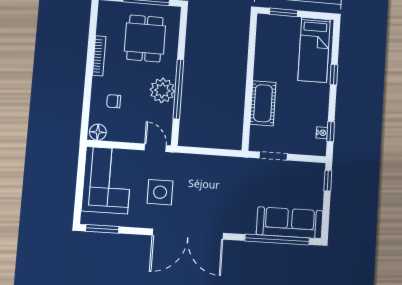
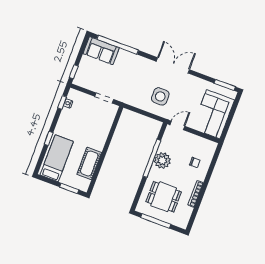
dining table: (145, 38) -> (164, 197), turned 90
cot: (263, 103) -> (89, 163), moved
floor lamp: (98, 132) -> (210, 146), removed
door: (155, 148) -> (177, 125), swing flipped
side table: (160, 192) -> (160, 96), moved
sofa: (290, 223) -> (101, 51), width x0.73
double door: (188, 234) -> (173, 65), width x0.73

